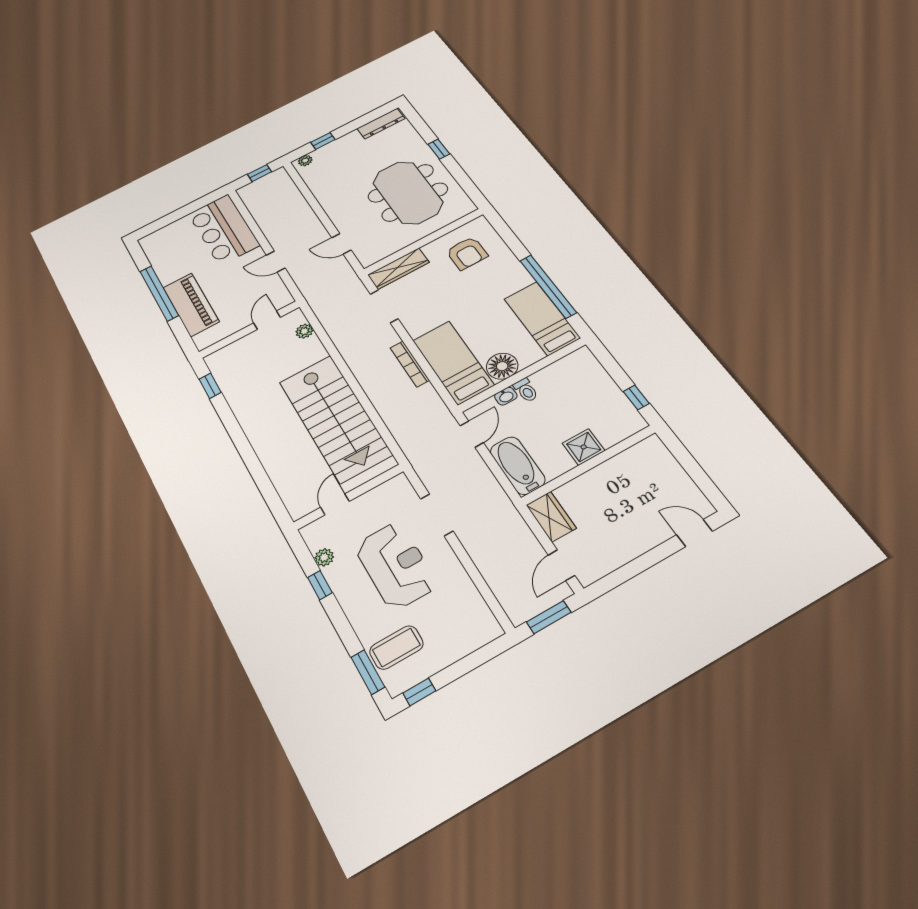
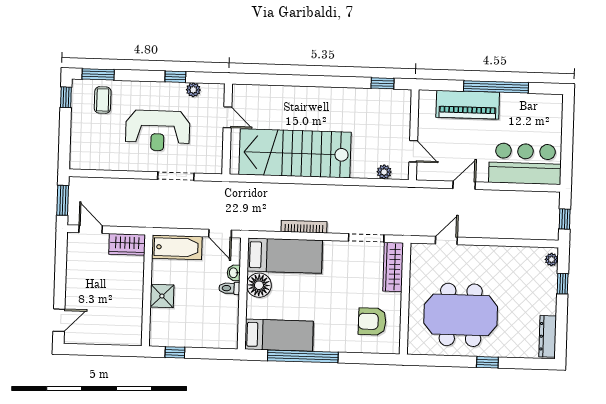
coffee table: (396, 648) -> (103, 100), width x0.73, depth x0.77

